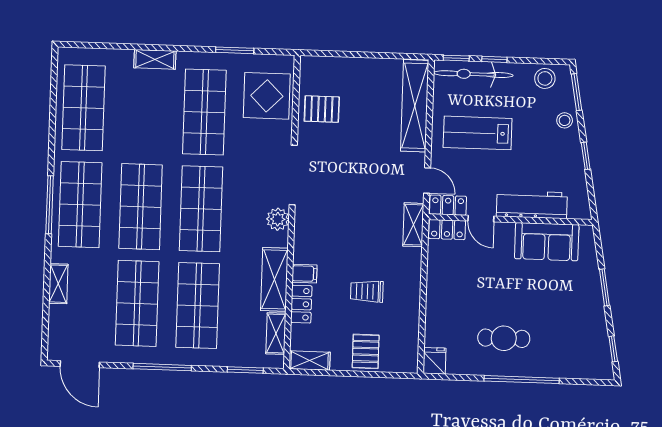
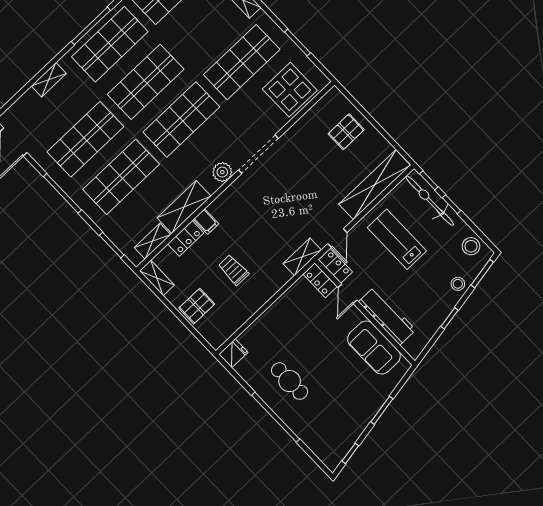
pallet: (322, 109) -> (346, 132), moved, turned 90

